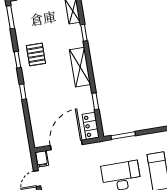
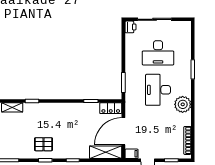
shelving: (80, 67) -> (106, 152), moved
door: (66, 145) -> (123, 131), hinge flipped

